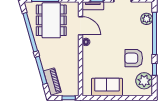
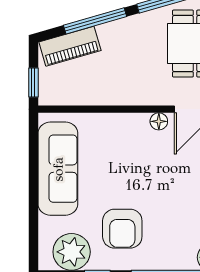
armchair: (134, 58) -> (122, 229), turned 180
sofa: (107, 87) -> (58, 169), width x1.36

